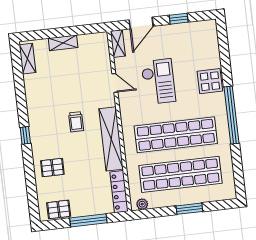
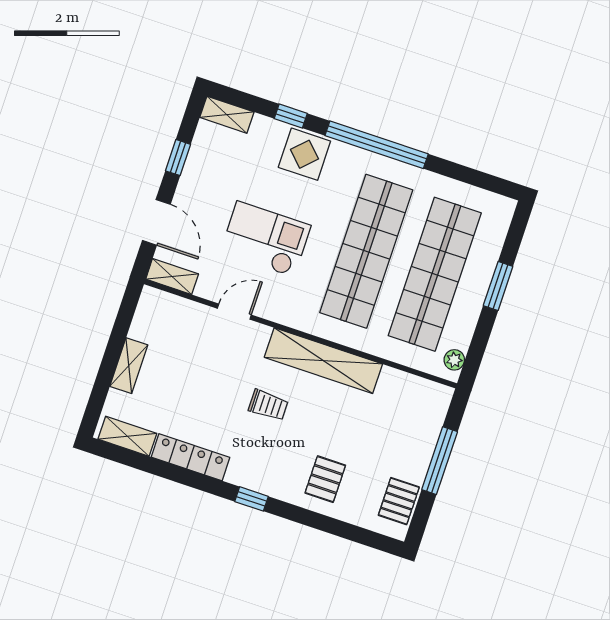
shelving: (211, 33) -> (227, 115), added
window: (226, 65) -> (291, 116), added
locker: (119, 192) -> (190, 457), moved, turned 180

